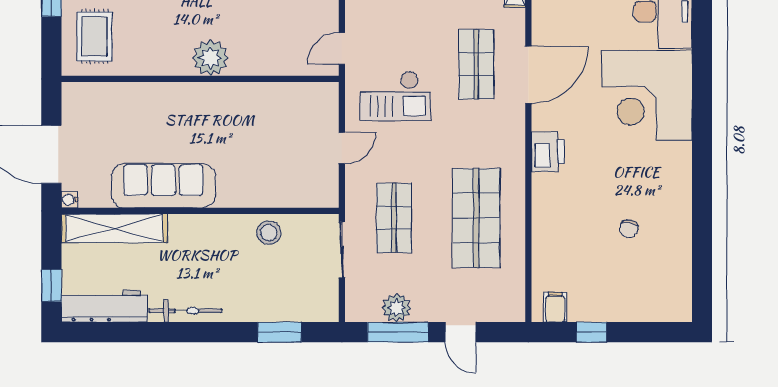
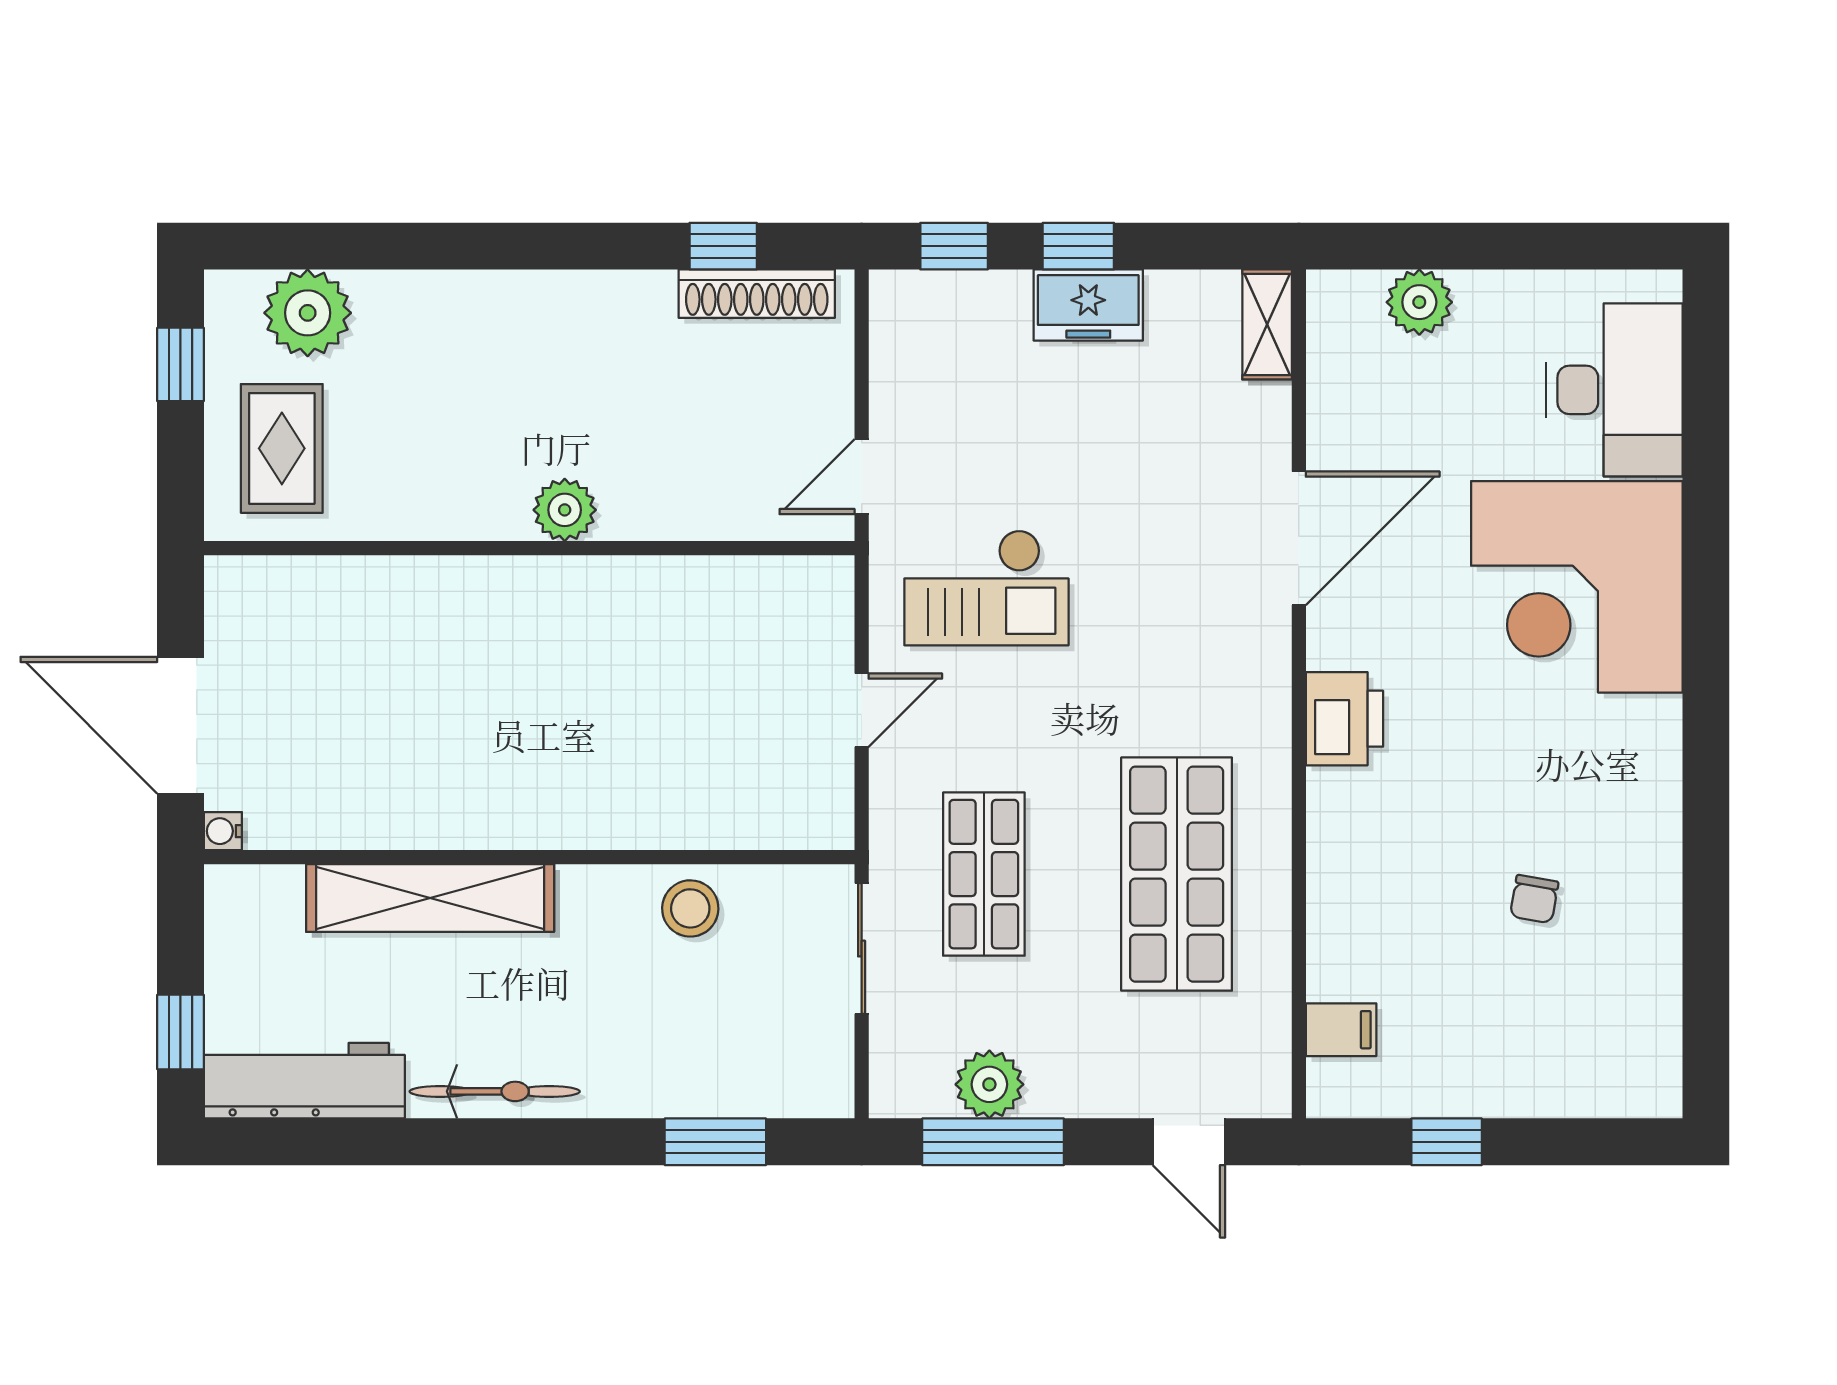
plant: (210, 58) -> (565, 510), width x0.73, depth x0.73
shop shelf: (476, 64) -> (1177, 514), removed
sofa: (163, 186) -> (443, 798), removed
shelving: (114, 228) -> (430, 898), moved
filing cabinet: (555, 307) -> (1341, 1030), moved, turned 90
door: (460, 332) -> (1189, 1142), moved

